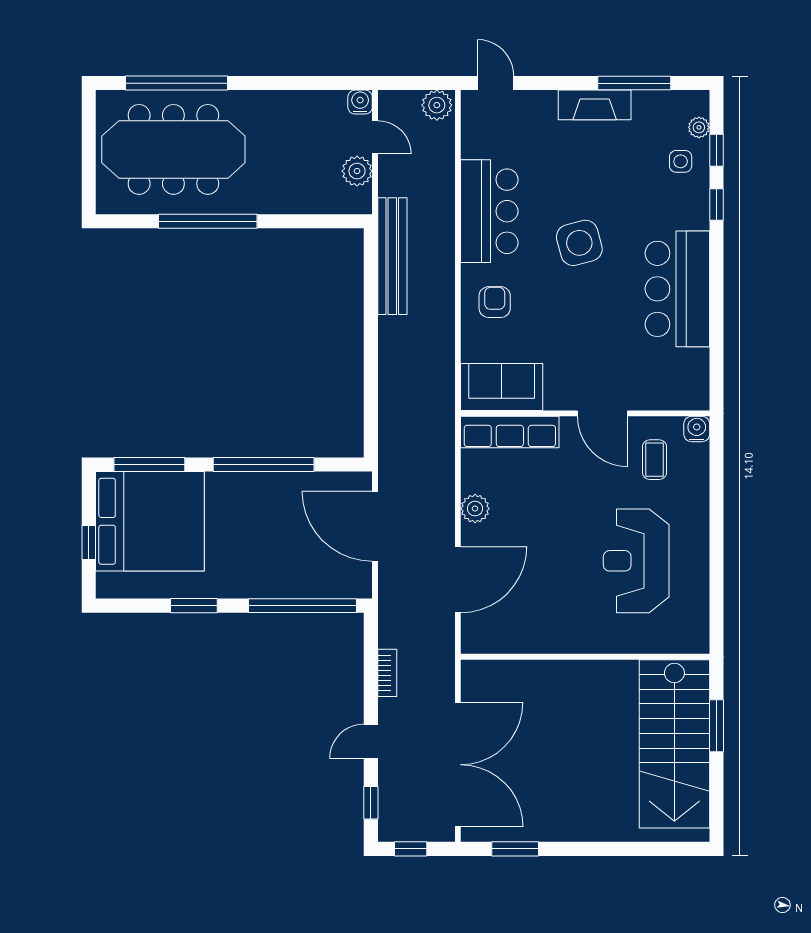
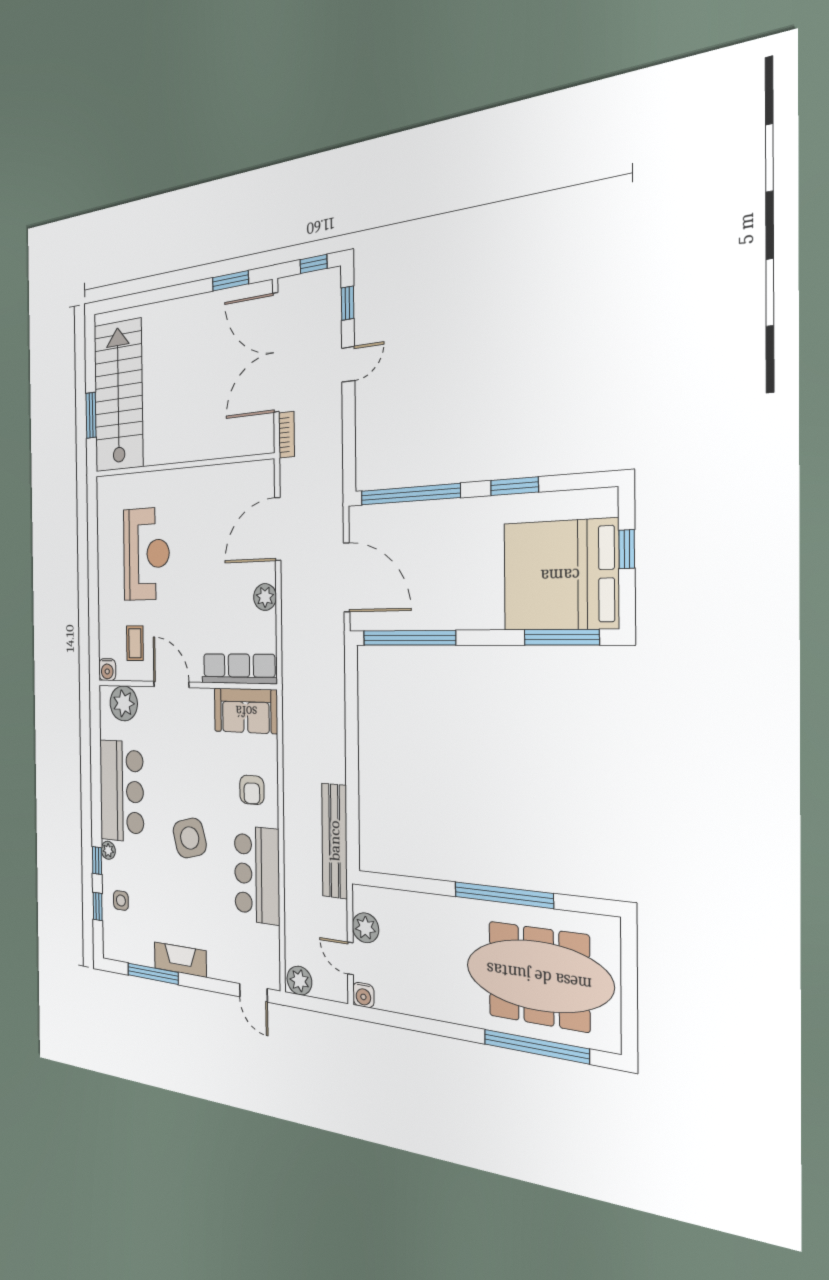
plant: (699, 127) -> (108, 850), moved
plant: (672, 390) -> (124, 703), added
window: (264, 465) -> (409, 638), moved
bookcase: (387, 673) -> (287, 435), moved, turned 180

